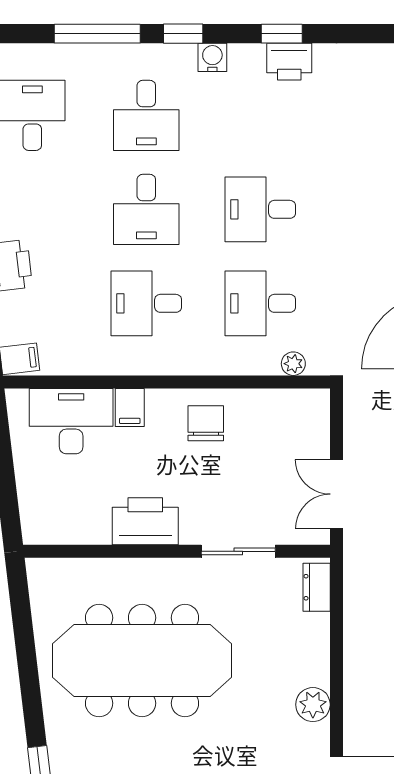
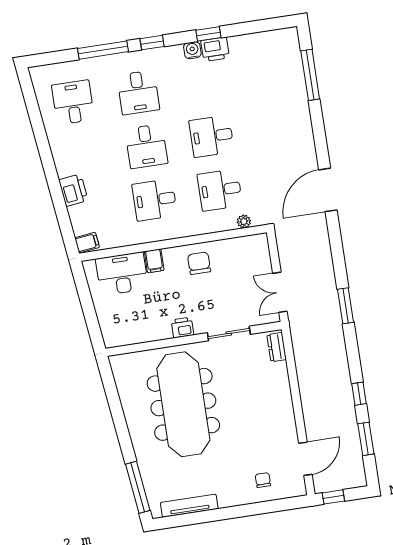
water cooler: (212, 57) -> (192, 50), moved
printer: (145, 521) -> (182, 328), width x0.53, depth x0.68
meeting table: (142, 661) -> (183, 404), turned 90
plant: (313, 705) -> (285, 415), removed

